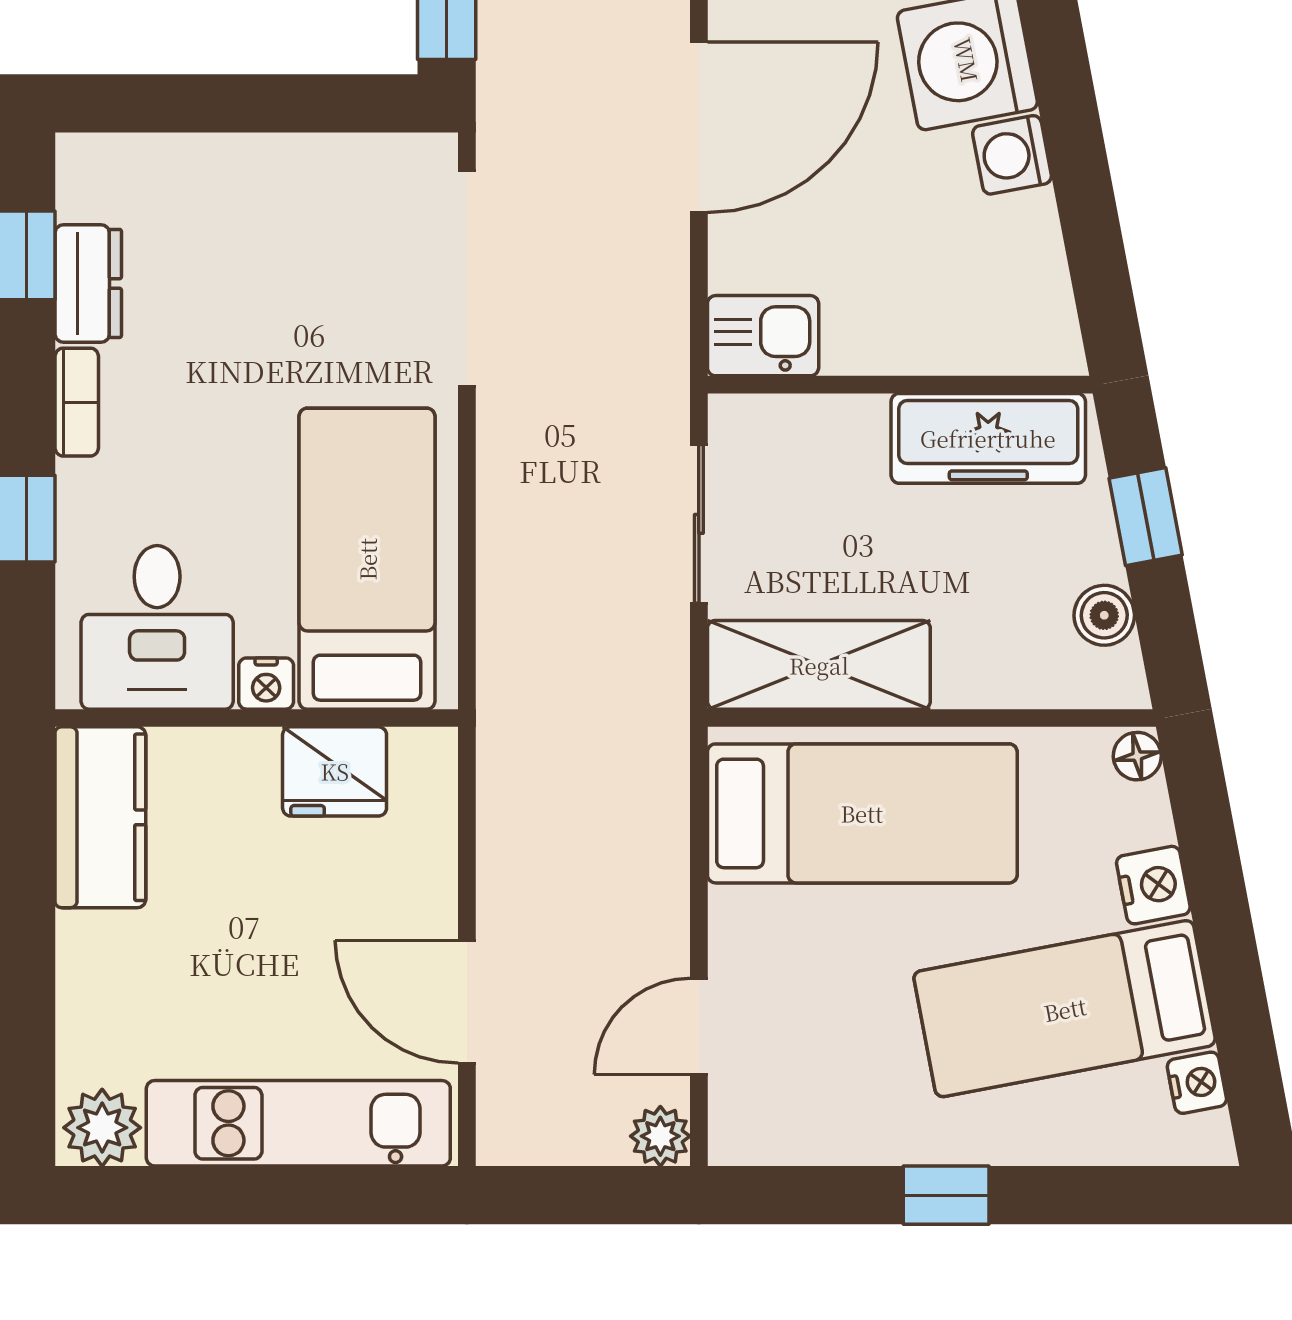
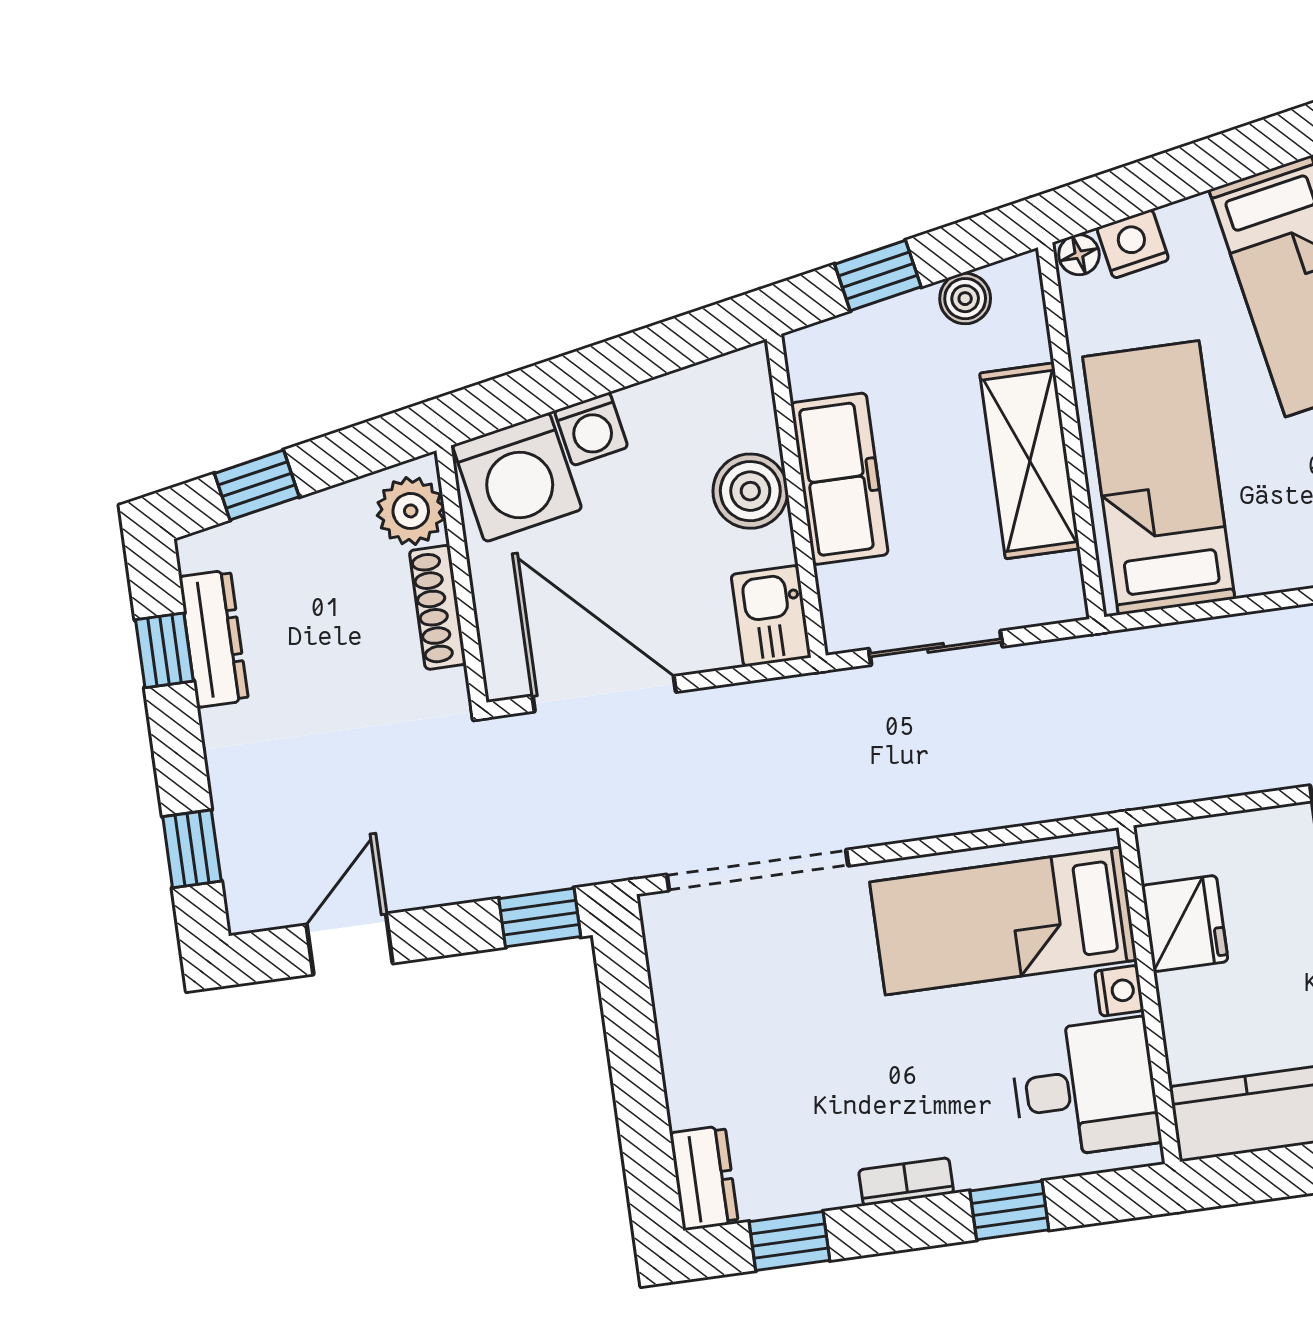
dresser: (88, 283) -> (704, 1178), moved, turned 90
boiler: (913, 332) -> (750, 491), added
freezer: (988, 438) -> (839, 479), moved
shelving: (819, 665) -> (1030, 461), moved
nightstand: (1153, 885) -> (1133, 244), moved

